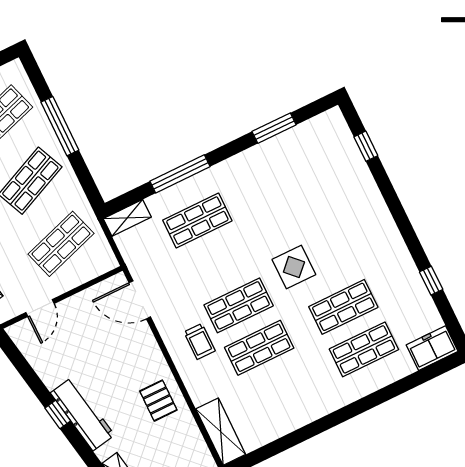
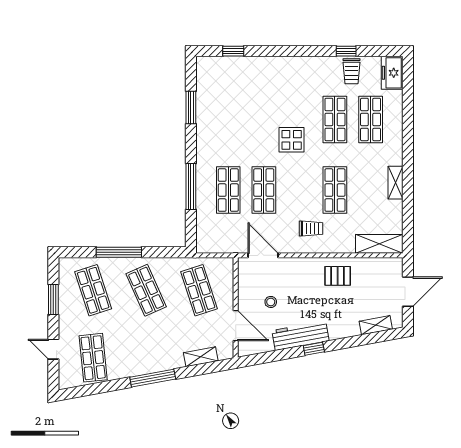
shelving: (127, 218) -> (395, 183), moved
trolley: (410, 299) -> (352, 71), added
door: (140, 300) -> (263, 255), swing flipped
shop shelf: (239, 305) -> (264, 190), moved
door: (40, 308) -> (236, 326), width x1.38
stool: (88, 336) -> (271, 302), added
workbench: (83, 414) -> (300, 336), moved

